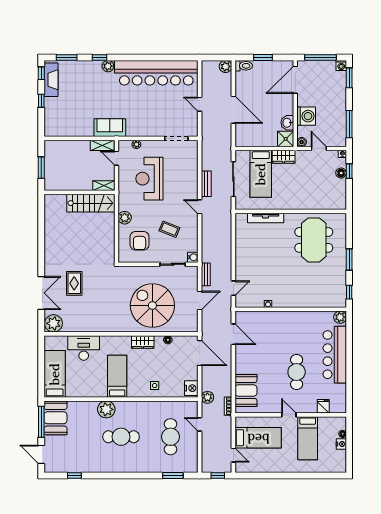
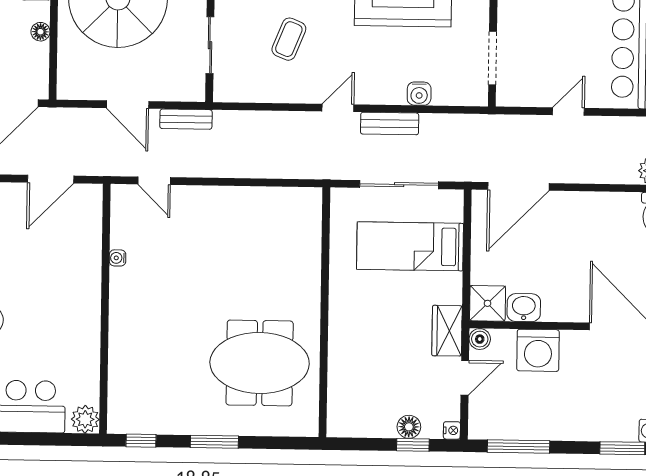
door: (233, 110) -> (518, 186), moved
wardrobe: (284, 157) -> (447, 331), moved
tv unit: (266, 218) -> (311, 256), removed
water cooler: (193, 257) -> (419, 94), moved

